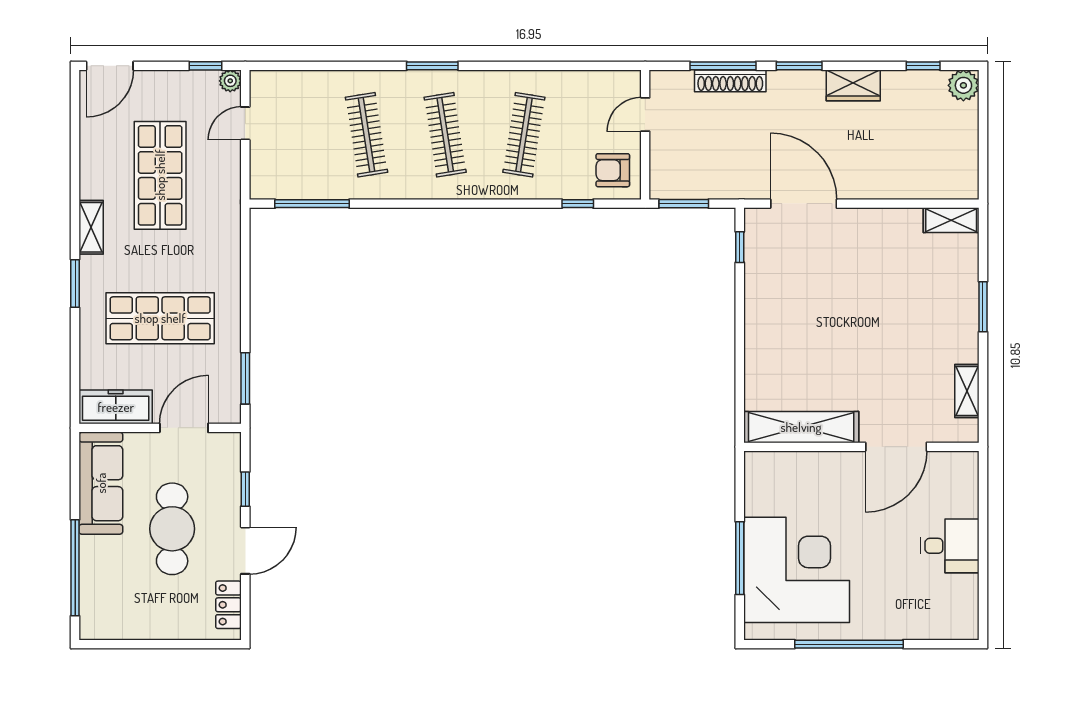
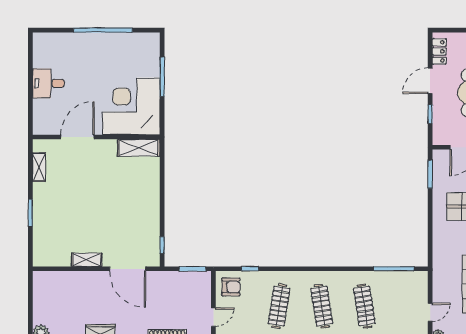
shelving: (951, 220) -> (87, 260), moved
shelving: (801, 427) -> (139, 148), width x0.68
corner desk: (797, 570) -> (131, 106), moved, turned 90

